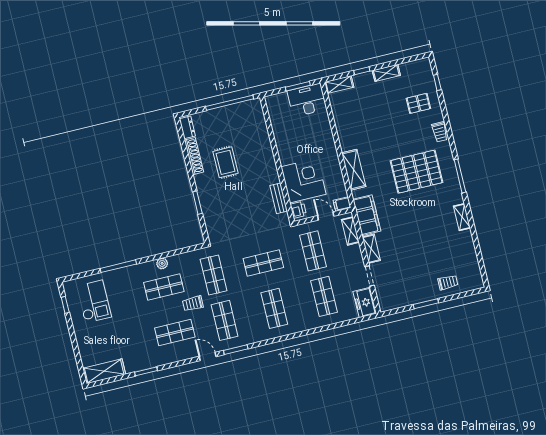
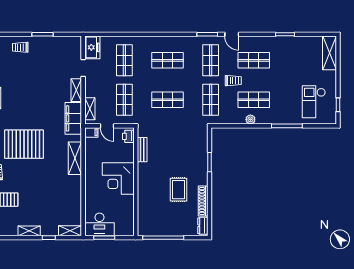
corner desk: (304, 180) -> (118, 179), moved
shop shelf: (274, 308) -> (167, 60), turned 90
shelving: (104, 371) -> (329, 53), moved, turned 90

